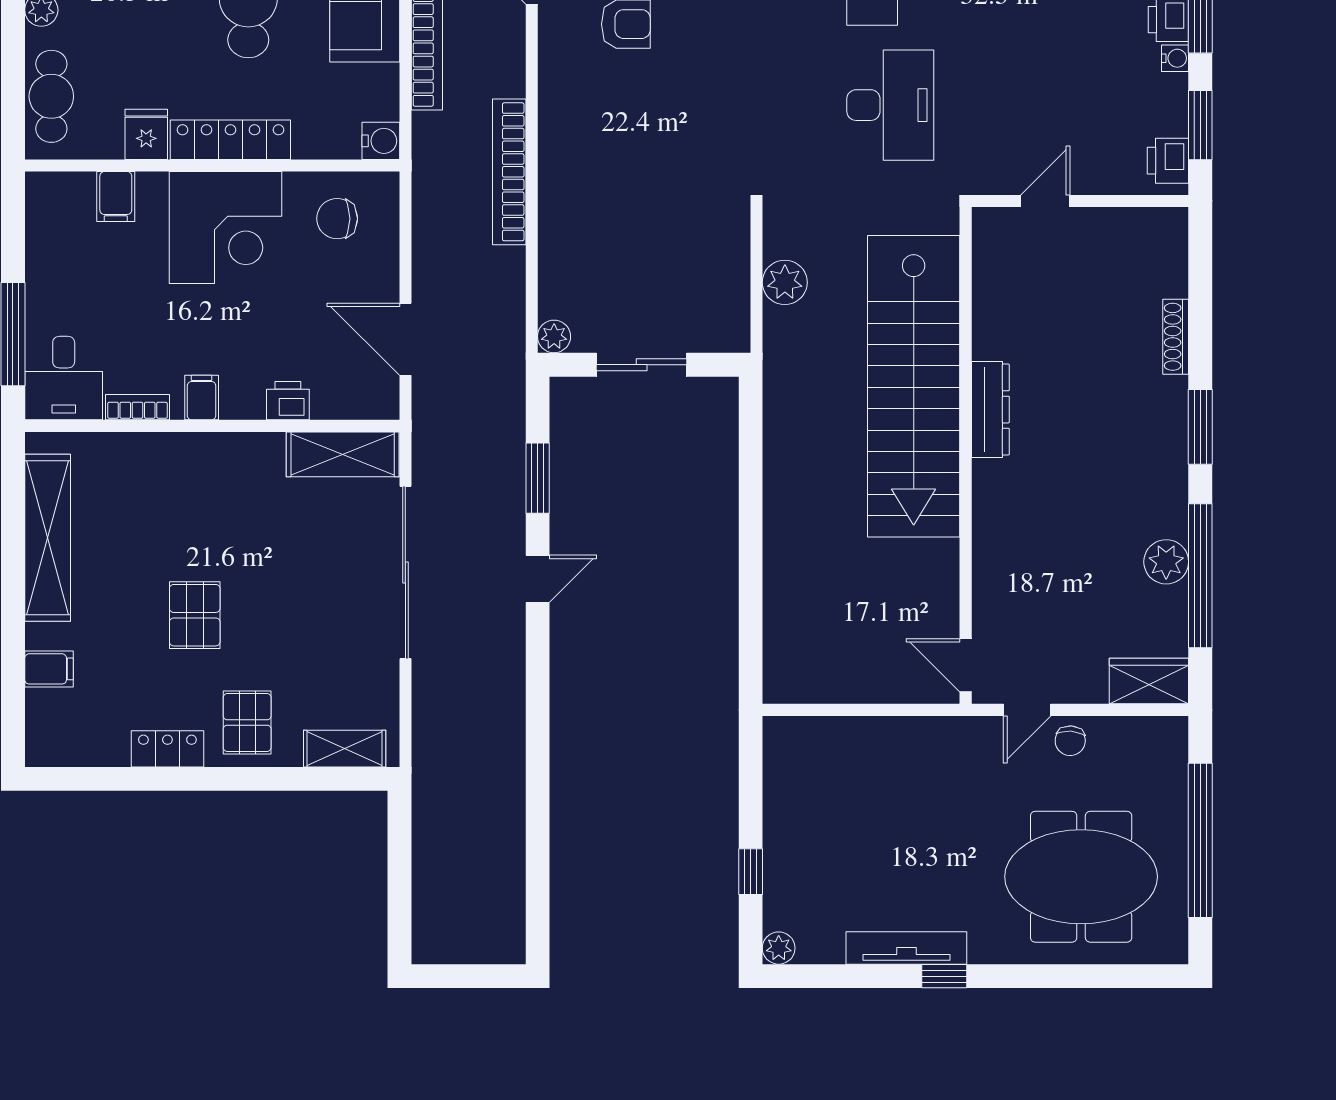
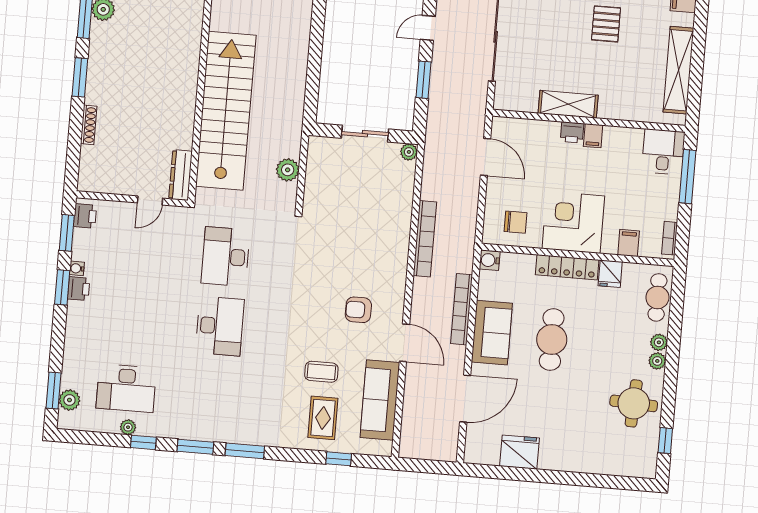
printer: (288, 401) -> (572, 132), moved
bookcase: (137, 407) -> (670, 238), moved, turned 90
dresser: (990, 410) -> (181, 175), moved
shelving: (343, 454) -> (568, 104), moved

